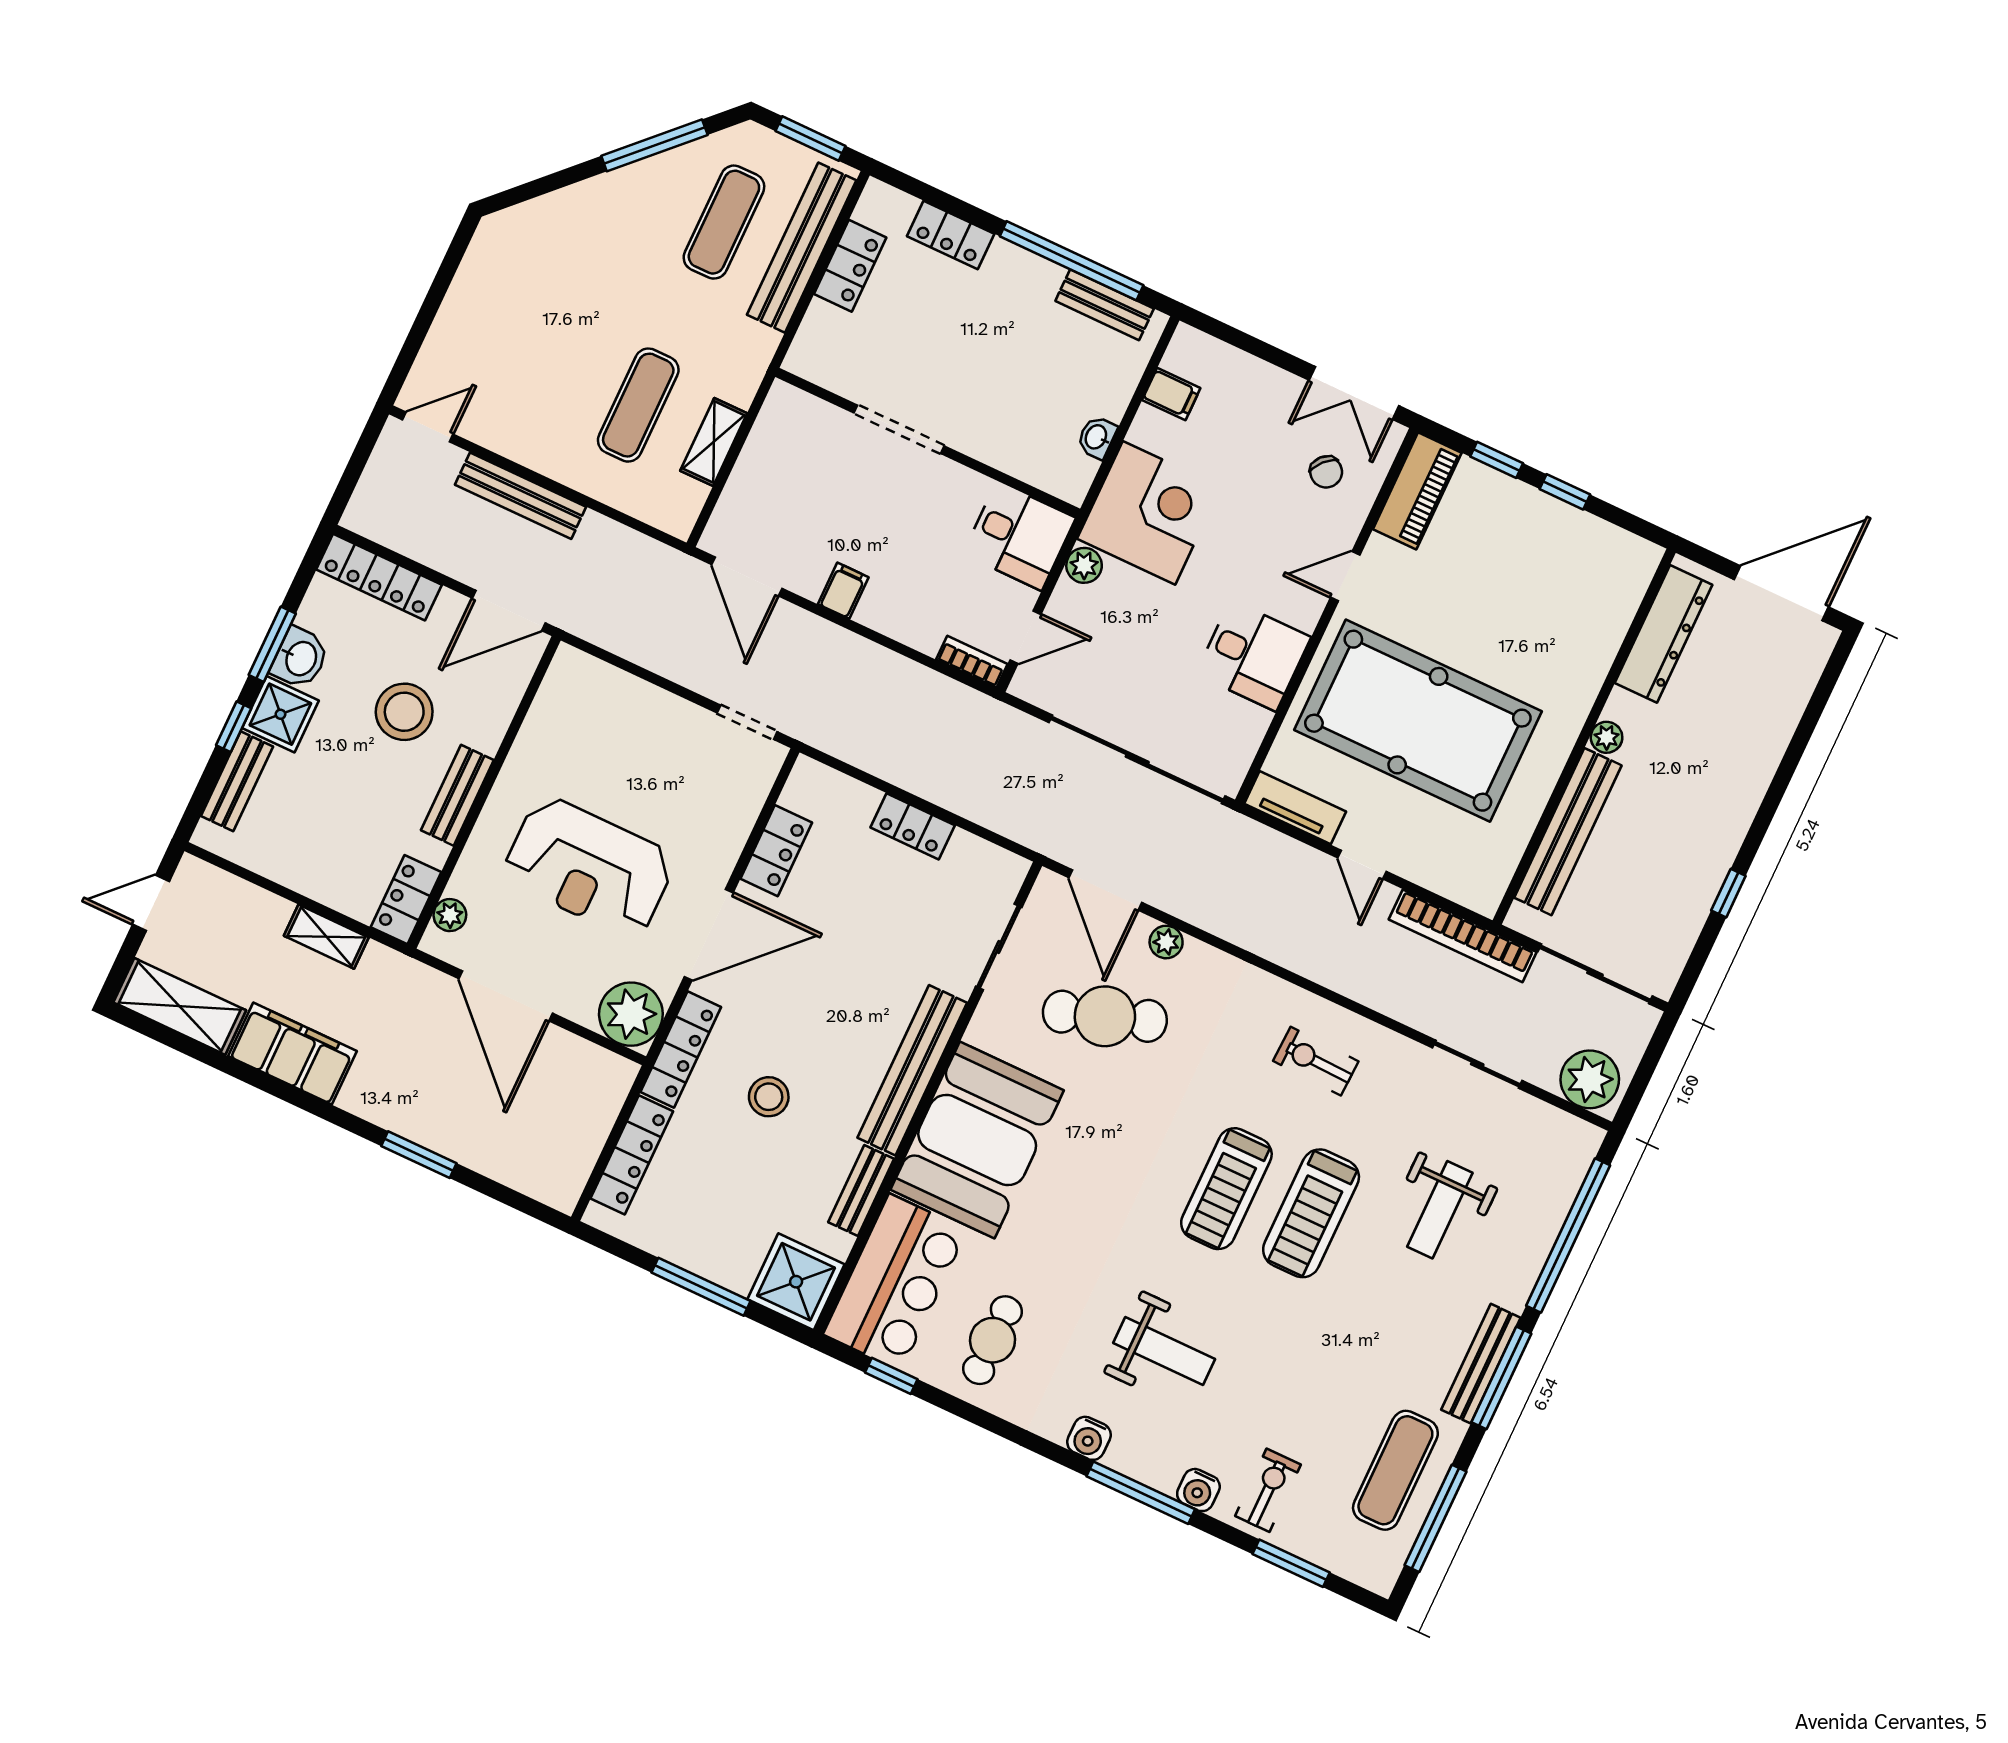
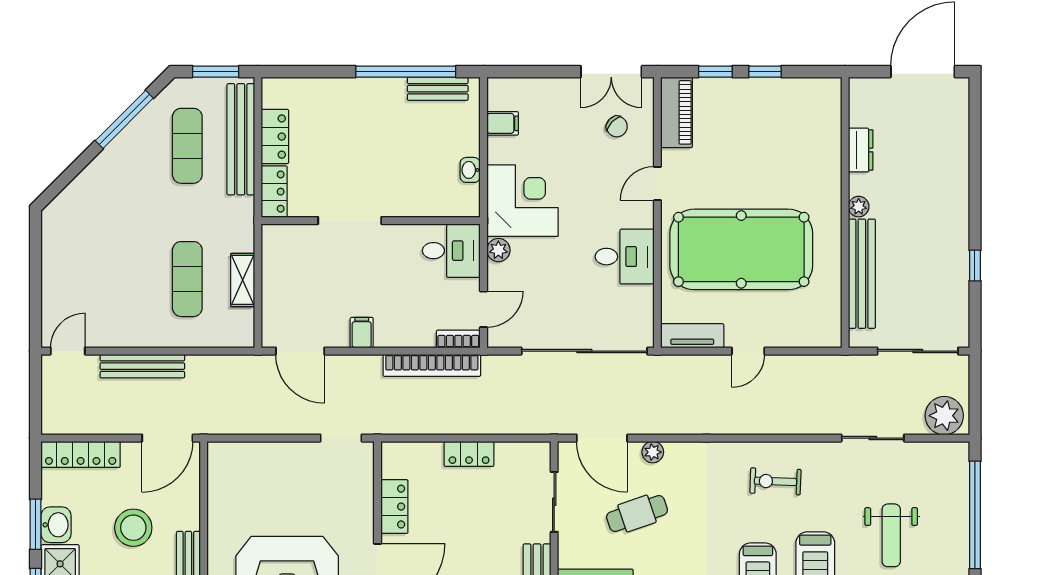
locker: (951, 235) -> (274, 192), moved, turned -90
dresser: (1664, 634) -> (861, 150), width x0.51, depth x0.80
door: (1362, 865) -> (748, 351), hinge flipped
bookcase: (1463, 936) -> (432, 365), moved
cafe table: (1105, 1016) -> (637, 514), width x0.73, depth x0.74

